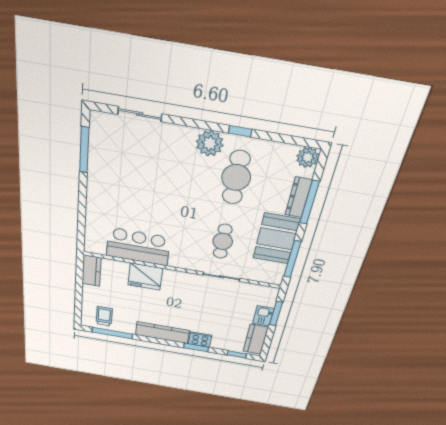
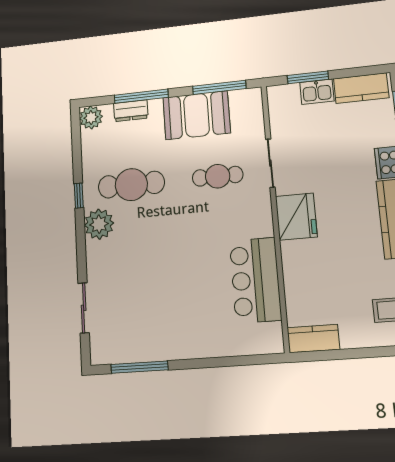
dresser: (298, 197) -> (131, 111), width x0.70
fridge: (145, 277) -> (296, 217), moved

